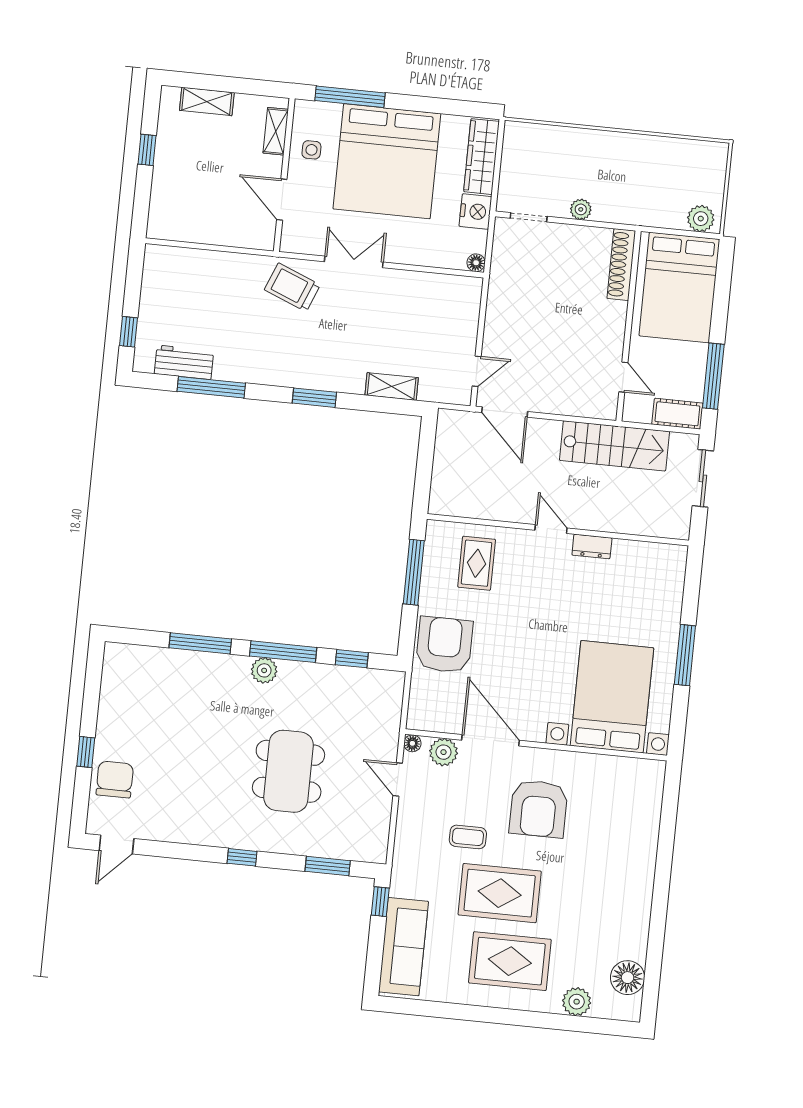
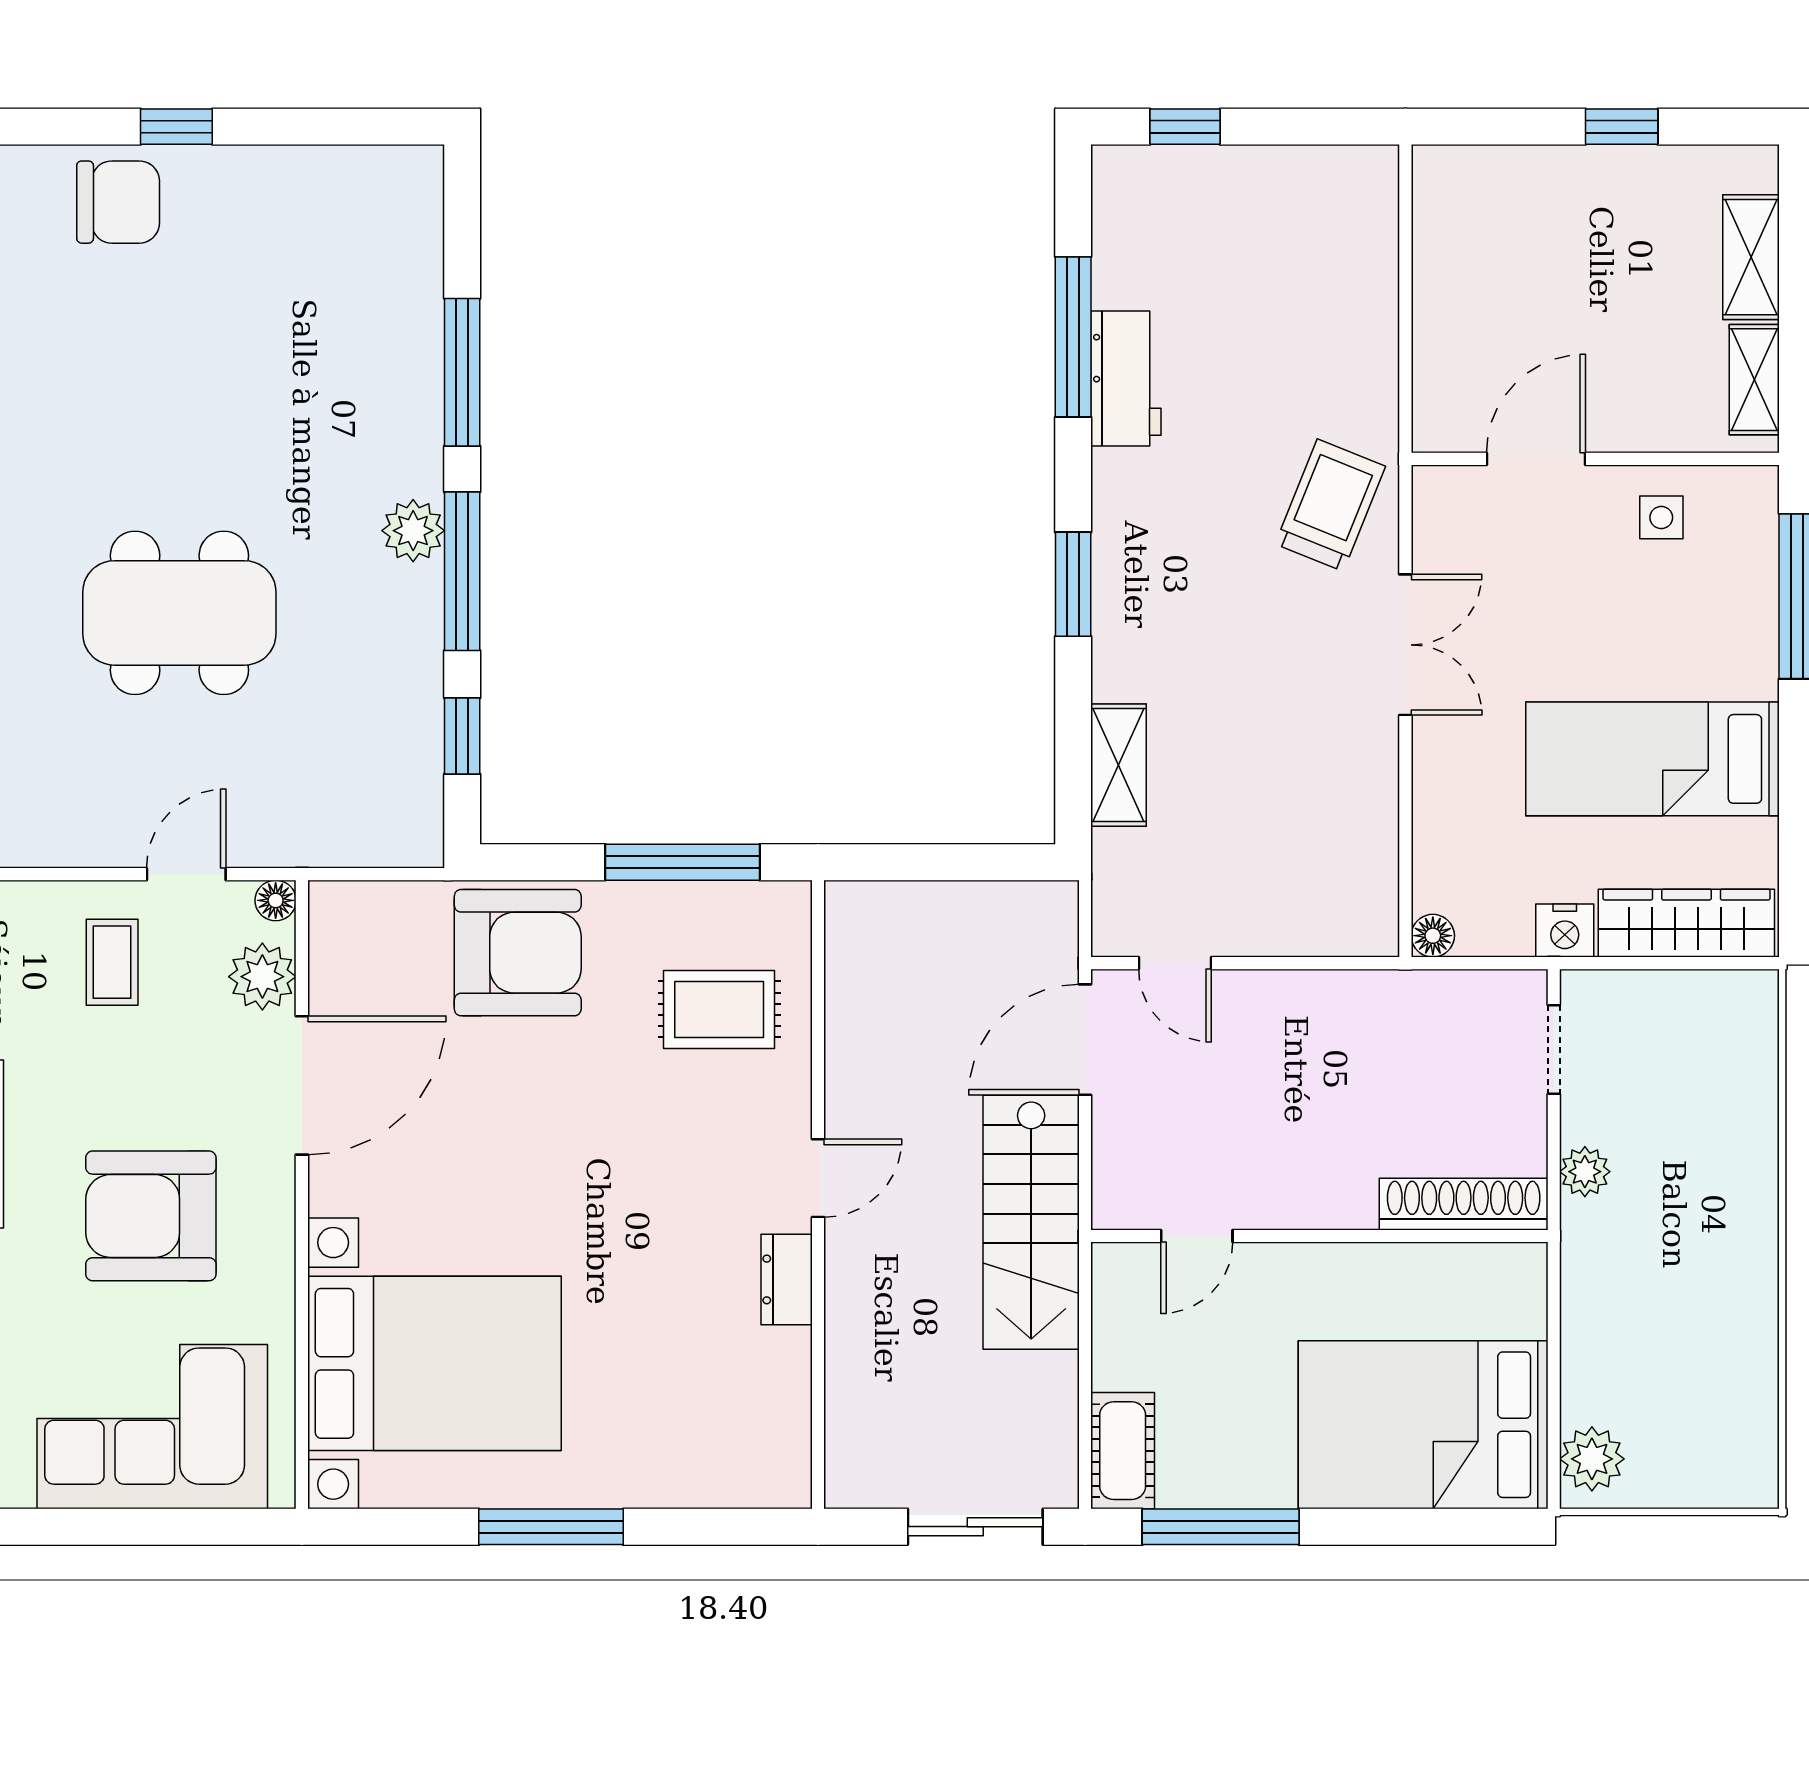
shelving: (276, 131) -> (1754, 380), moved, turned 90
bed: (387, 161) -> (1652, 759), width x0.49
nightstand: (475, 212) -> (1565, 931), width x0.74, depth x0.75
shoe rack: (621, 265) -> (1464, 1204), moved
wall: (628, 326) -> (1319, 1236), moved
workbench: (184, 362) -> (1126, 378), moved
door: (623, 377) -> (1197, 1236), moved
stairs: (614, 446) -> (1031, 1222), moved
corner sofa: (626, 817) -> (152, 1427), added
coffee table: (468, 837) -> (112, 962), moved

